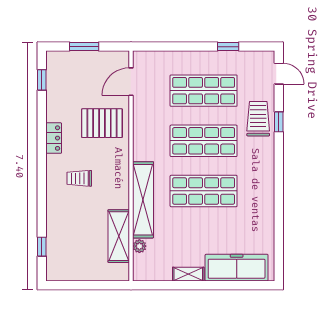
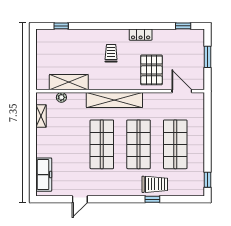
window: (228, 47) -> (208, 180), moved
door: (279, 74) -> (80, 199), moved
shelving: (143, 200) -> (114, 100), moved
freezer: (237, 268) -> (44, 175), width x0.73, depth x0.79
shelving: (188, 274) -> (41, 116), moved

